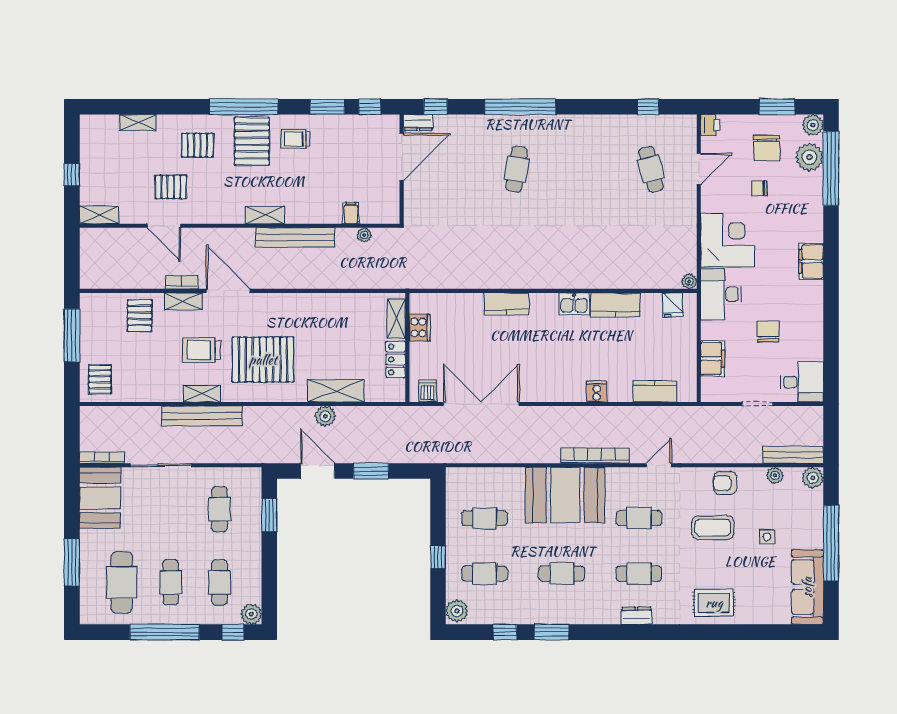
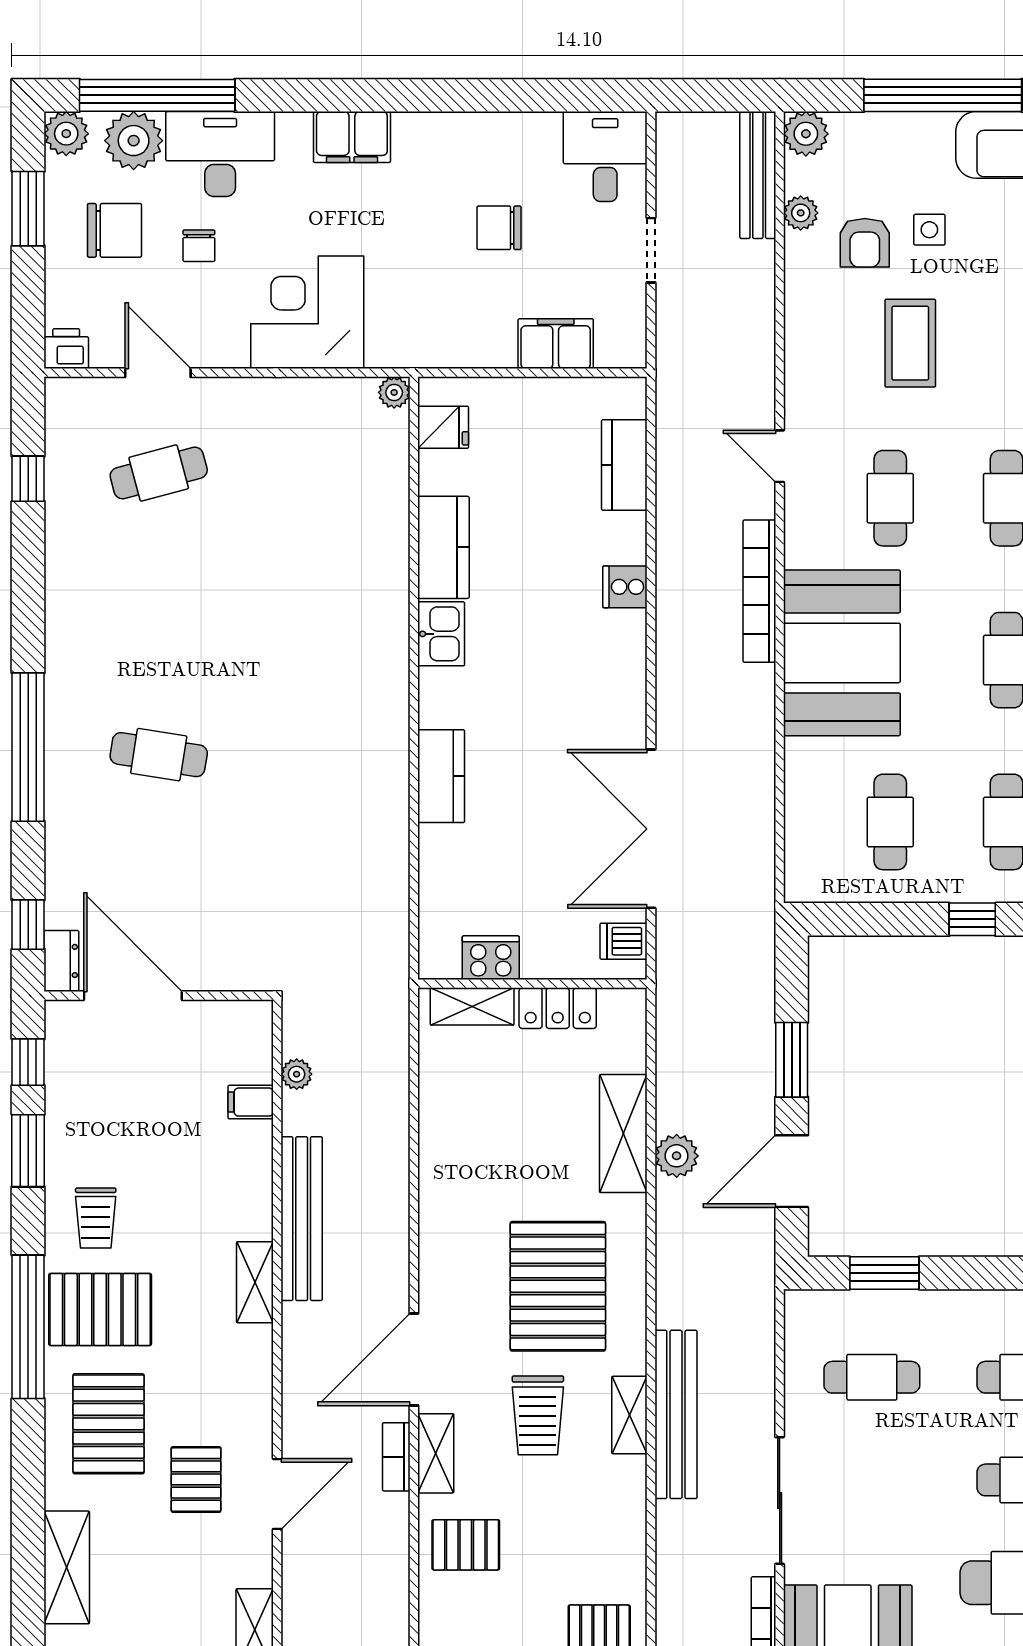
shelving: (138, 123) -> (67, 1567), width x1.50, depth x1.33
pallet: (197, 145) -> (109, 1424), width x1.50, depth x1.42
desk: (721, 294) -> (220, 154), moved, turned 180
armchair: (725, 483) -> (865, 243), moved

